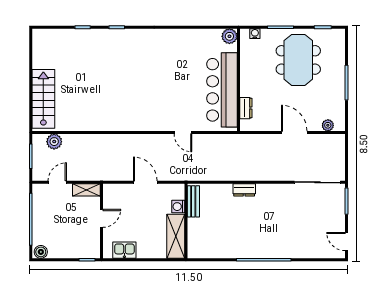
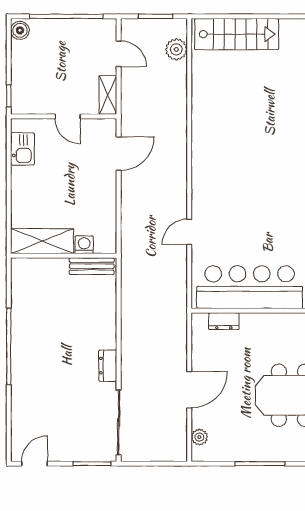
door: (145, 182) -> (119, 154), moved
dresser: (244, 190) -> (108, 366), moved
bench: (193, 201) -> (92, 266), moved
washing machine: (178, 207) -> (84, 245), moved
wall: (186, 221) -> (64, 256), moved
shelving: (176, 236) -> (42, 241), moved

